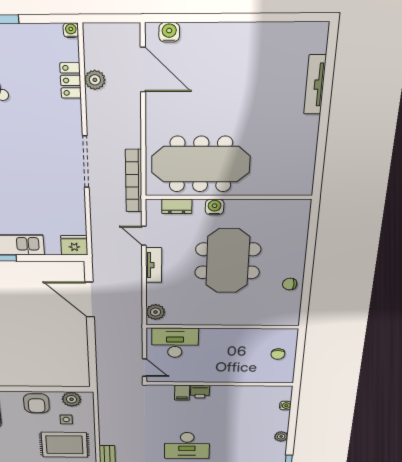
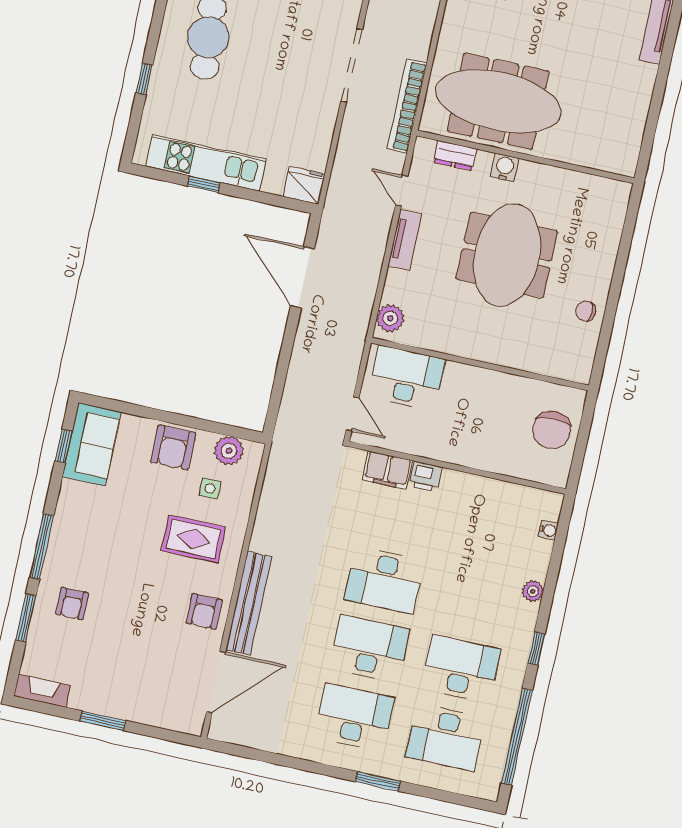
chair: (278, 354) -> (552, 430), width x1.87, depth x1.87
filing cabinet: (182, 393) -> (387, 470), width x2.00
rug: (64, 445) -> (193, 539), width x0.73, depth x0.70

